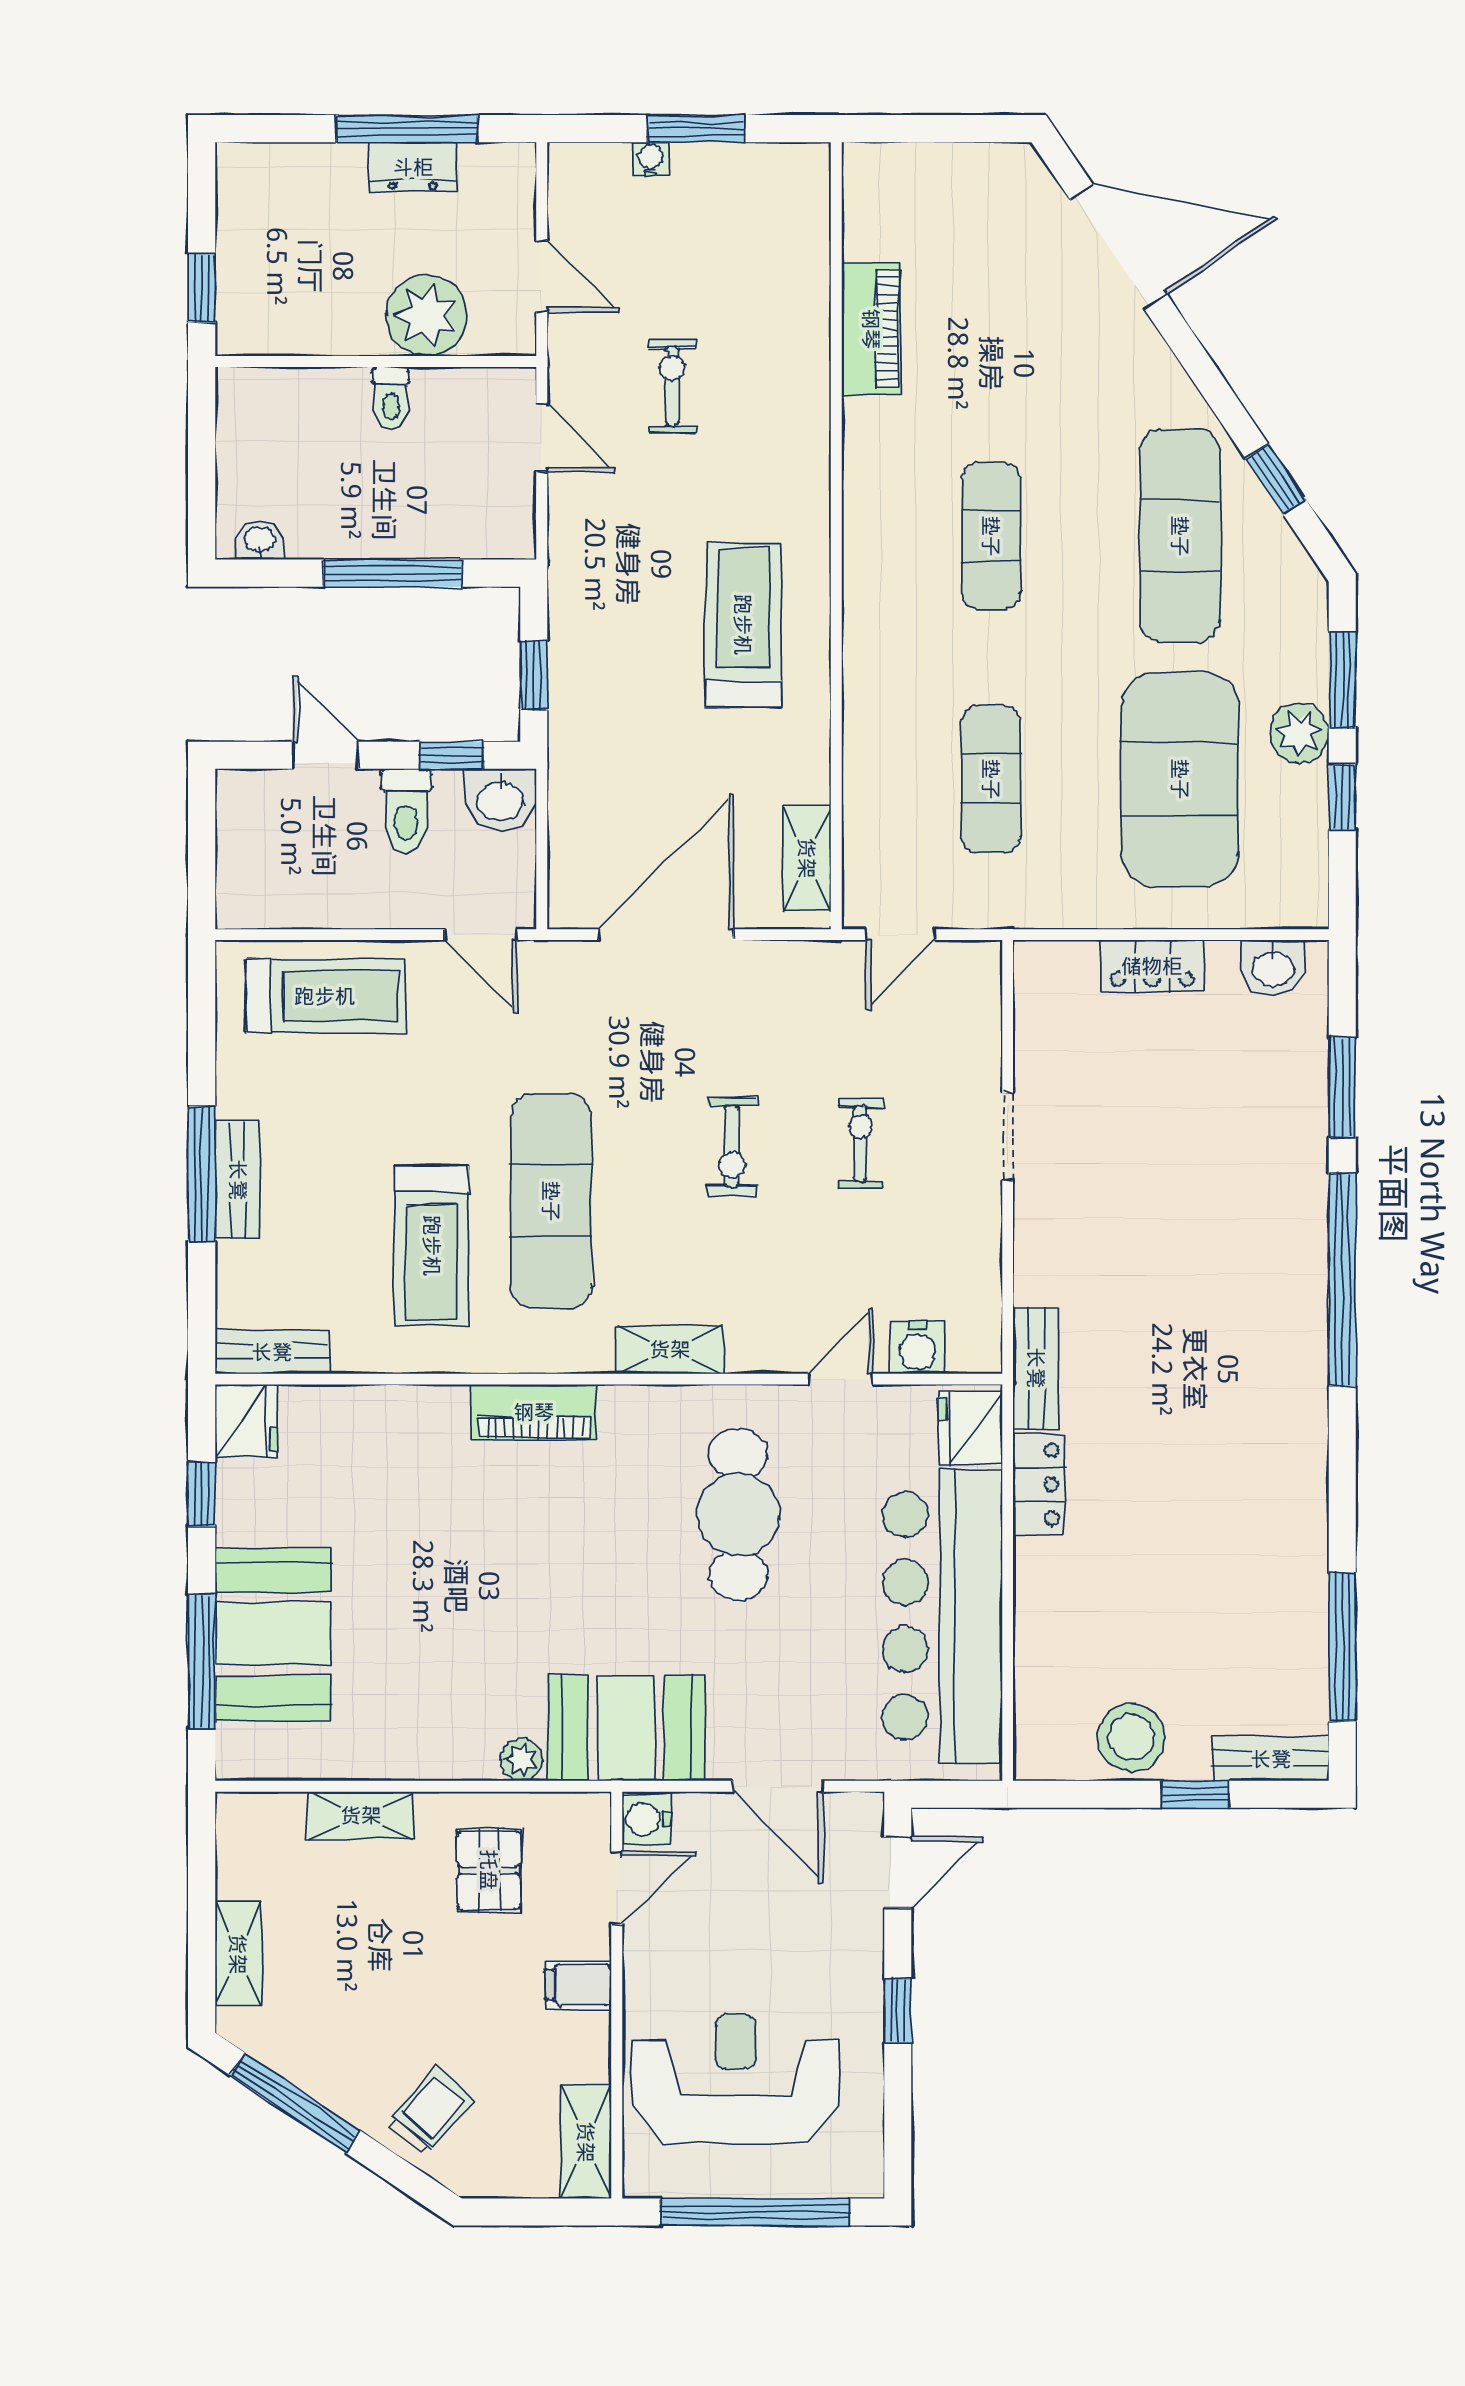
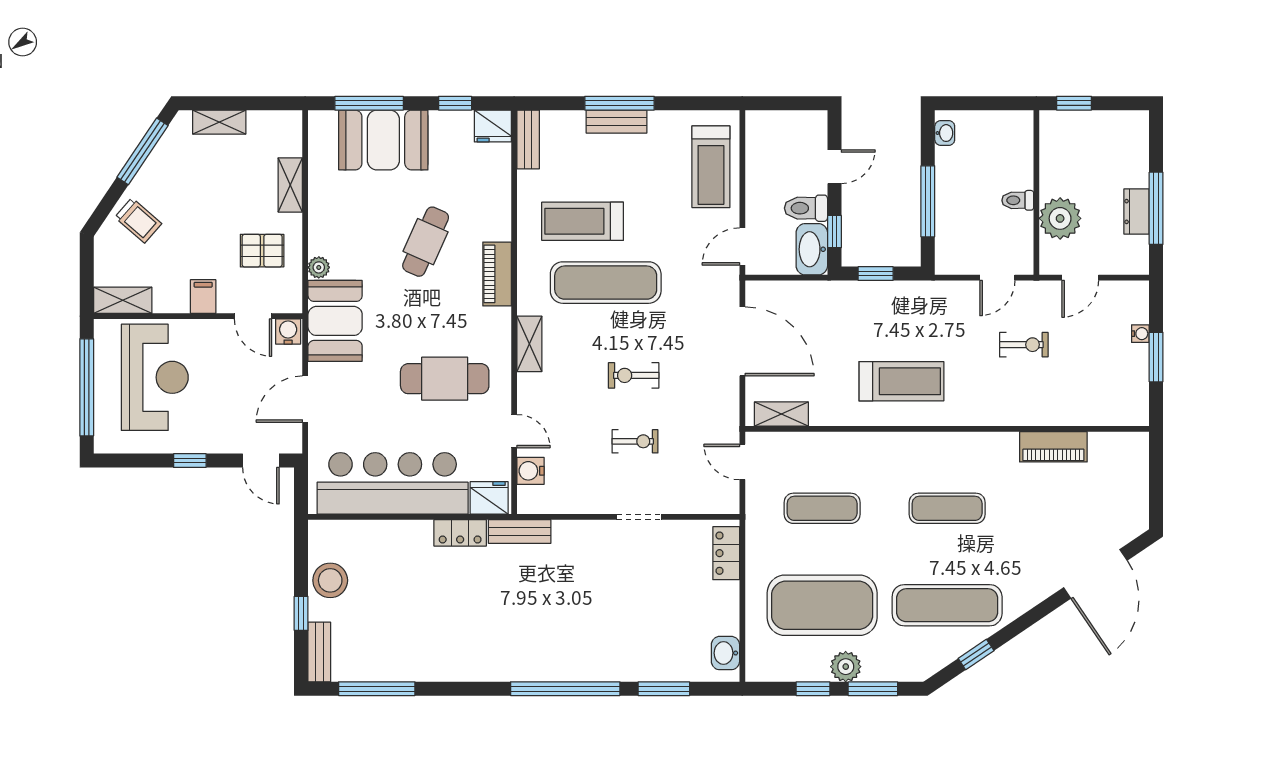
washbasin: (500, 799) -> (812, 249), width x1.38
locker: (1152, 966) -> (726, 553), moved
cafe table: (471, 1552) -> (426, 242), added

